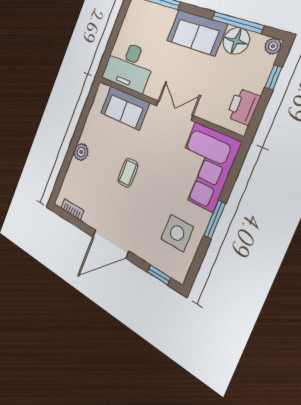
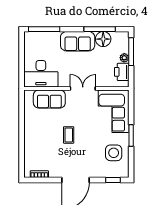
plant: (273, 46) -> (124, 58), moved
window: (273, 77) -> (131, 52), width x2.17
plant: (81, 152) -> (30, 137), removed

